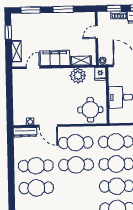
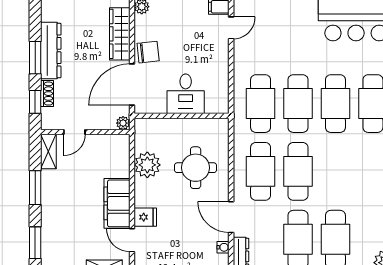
door: (97, 32) -> (74, 132), hinge flipped
shelving: (81, 61) -> (48, 151), moved
fridge: (100, 74) -> (145, 217), moved
round table: (90, 110) -> (196, 168), moved
door: (48, 126) -> (231, 217), swing flipped

